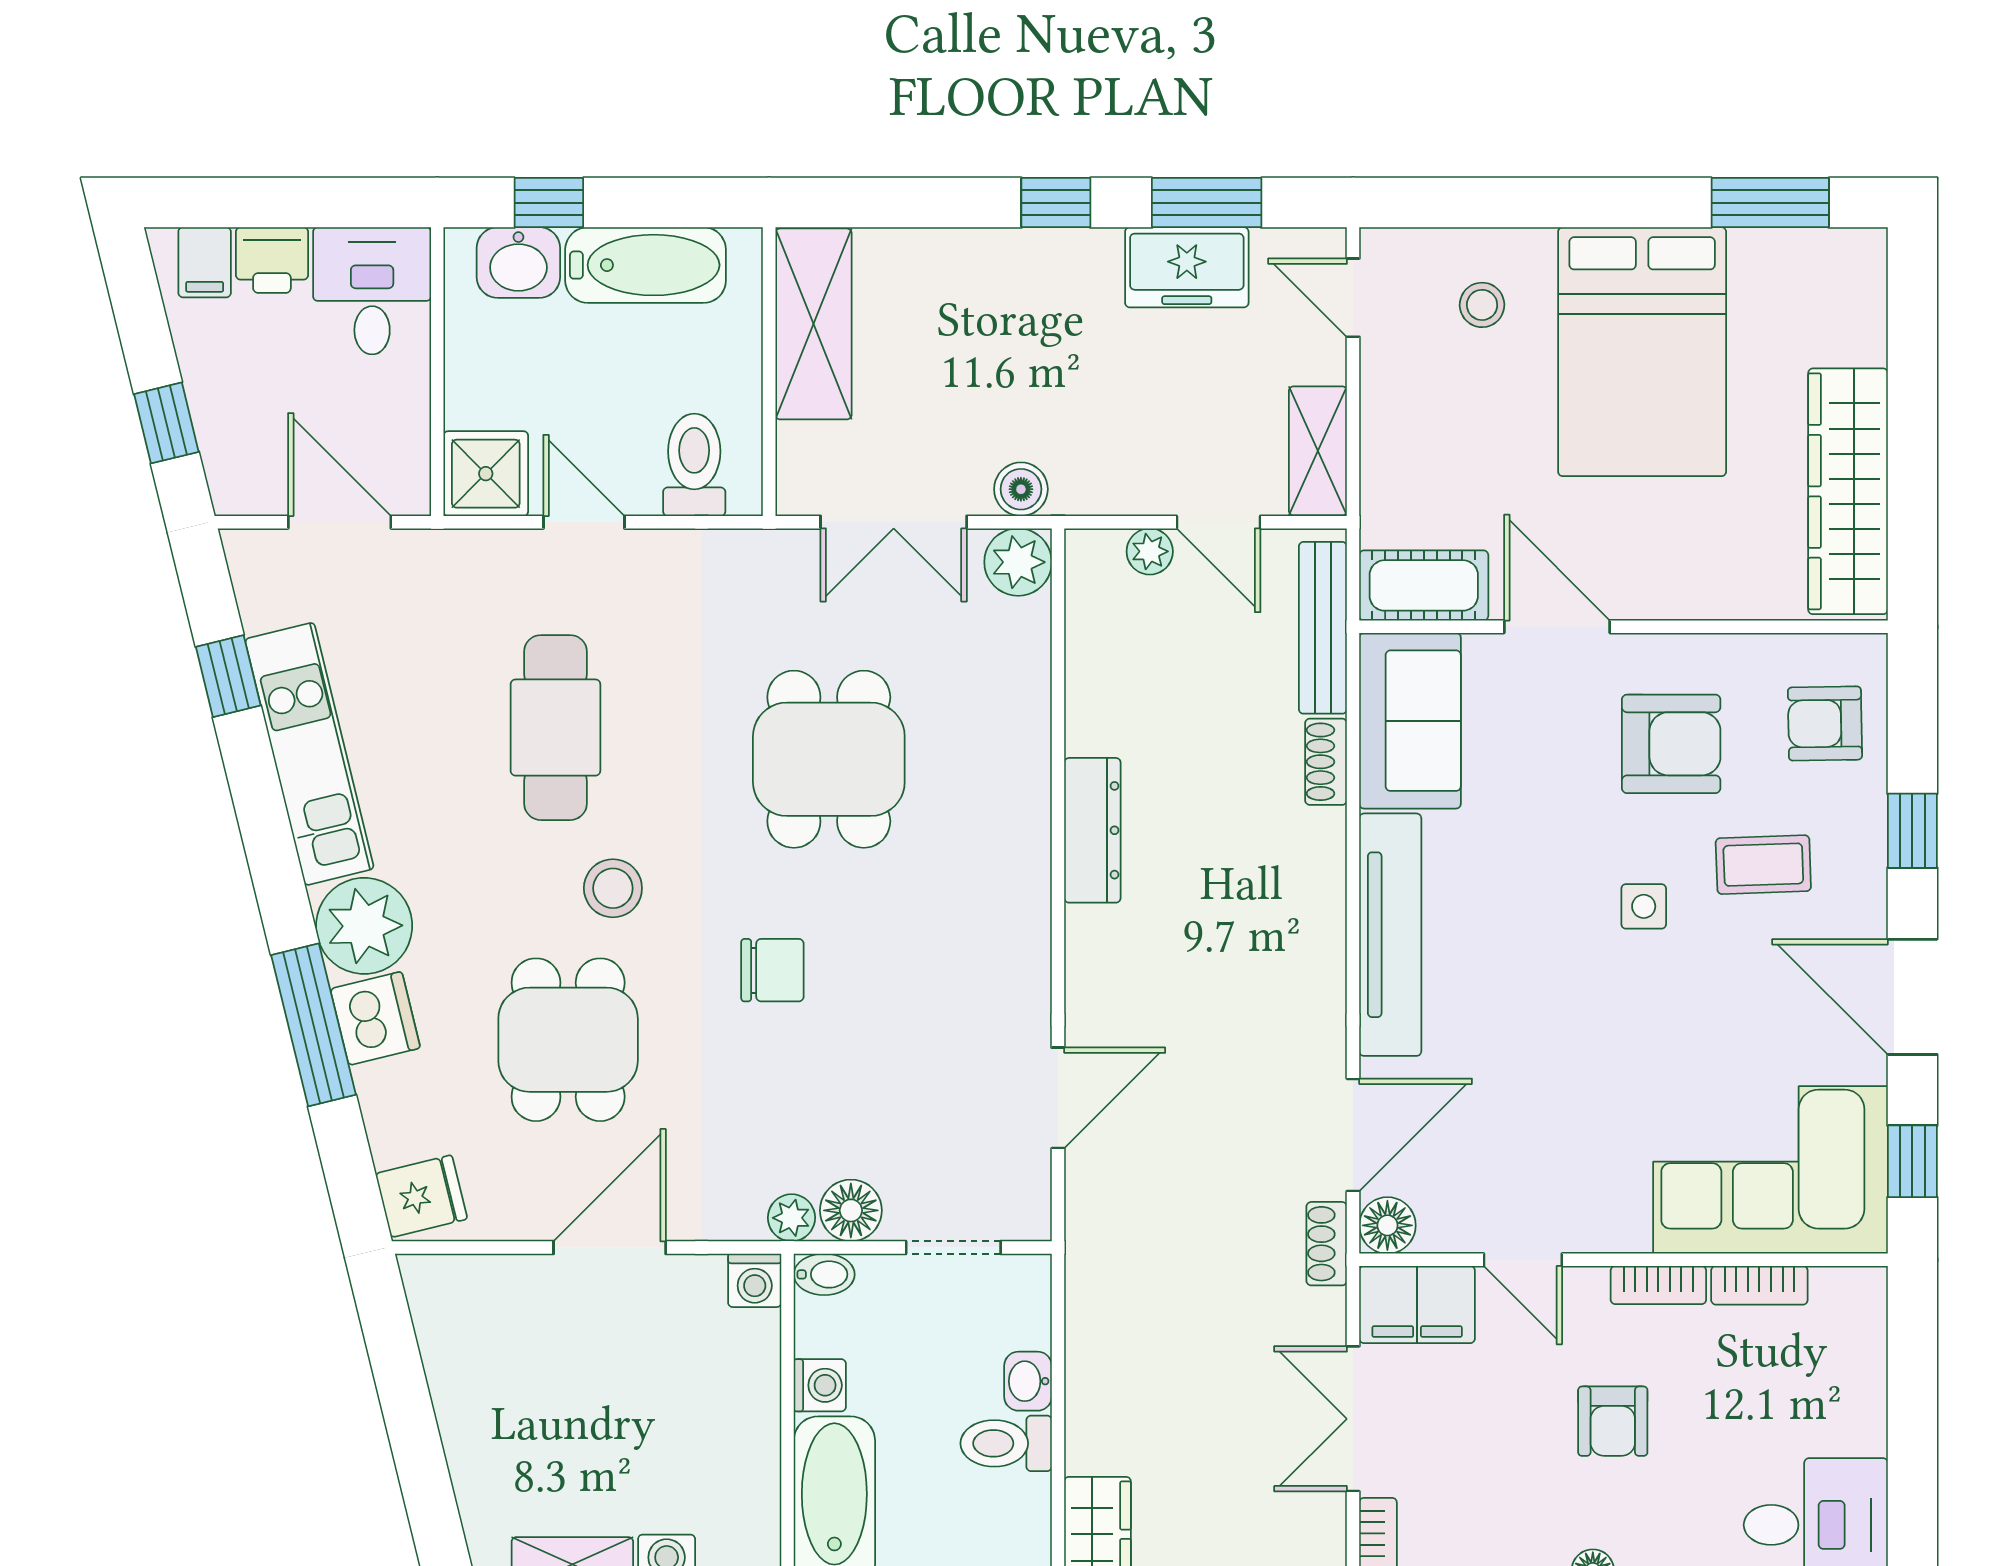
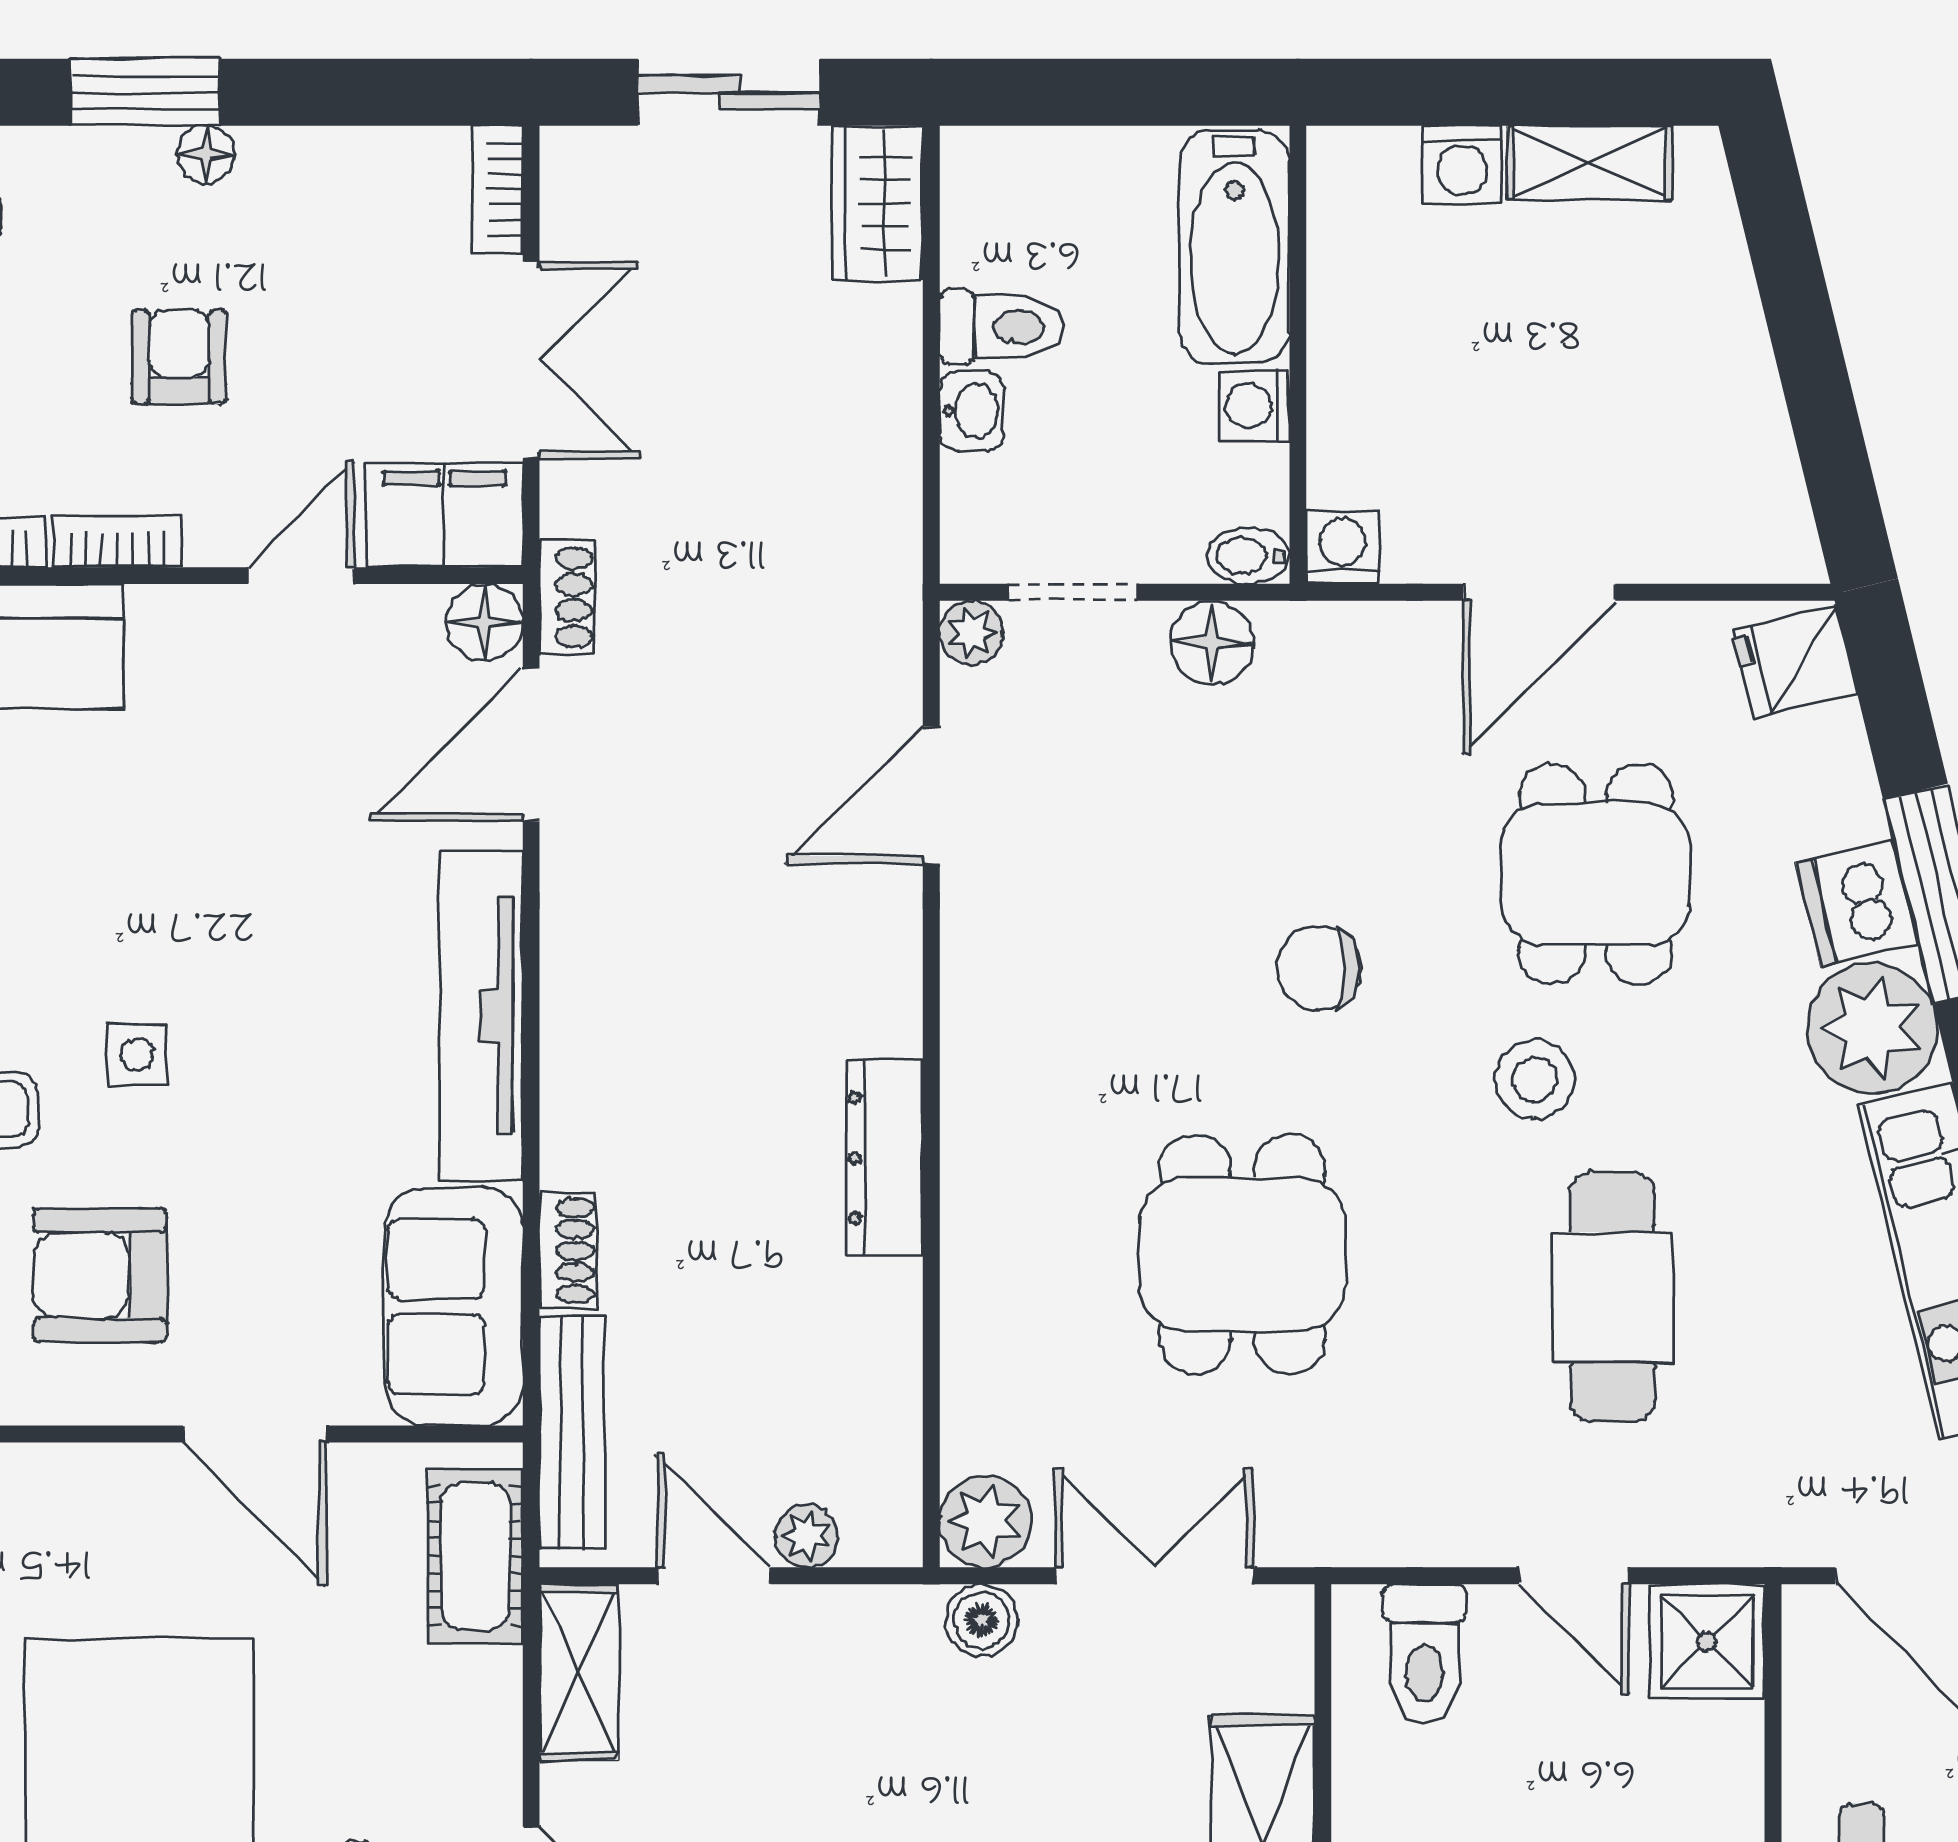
cot: (1424, 585) -> (475, 1556), moved, turned 90
plant: (791, 1218) -> (971, 633), moved
door: (1523, 1260) -> (301, 576), hinge flipped

